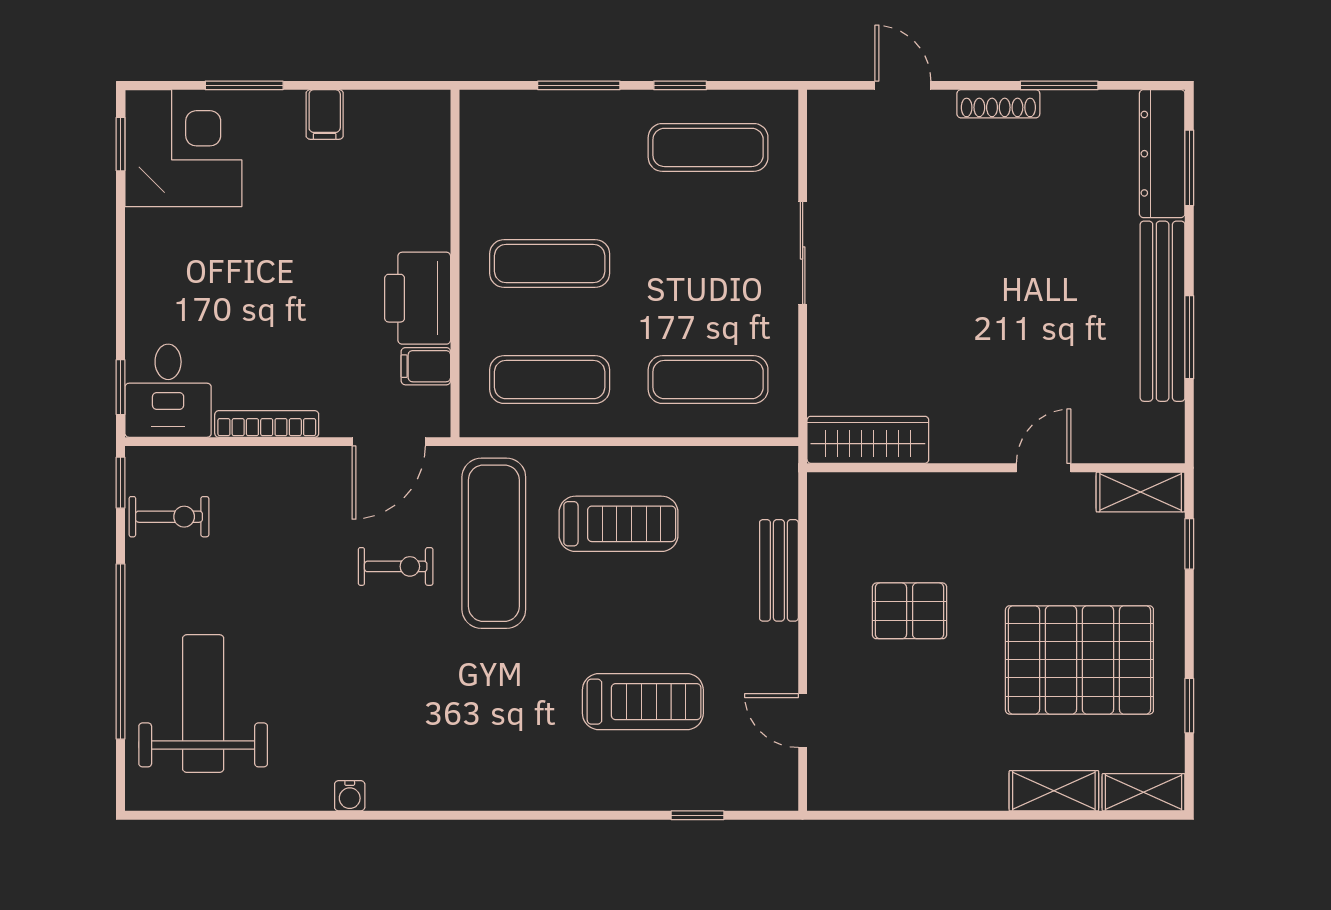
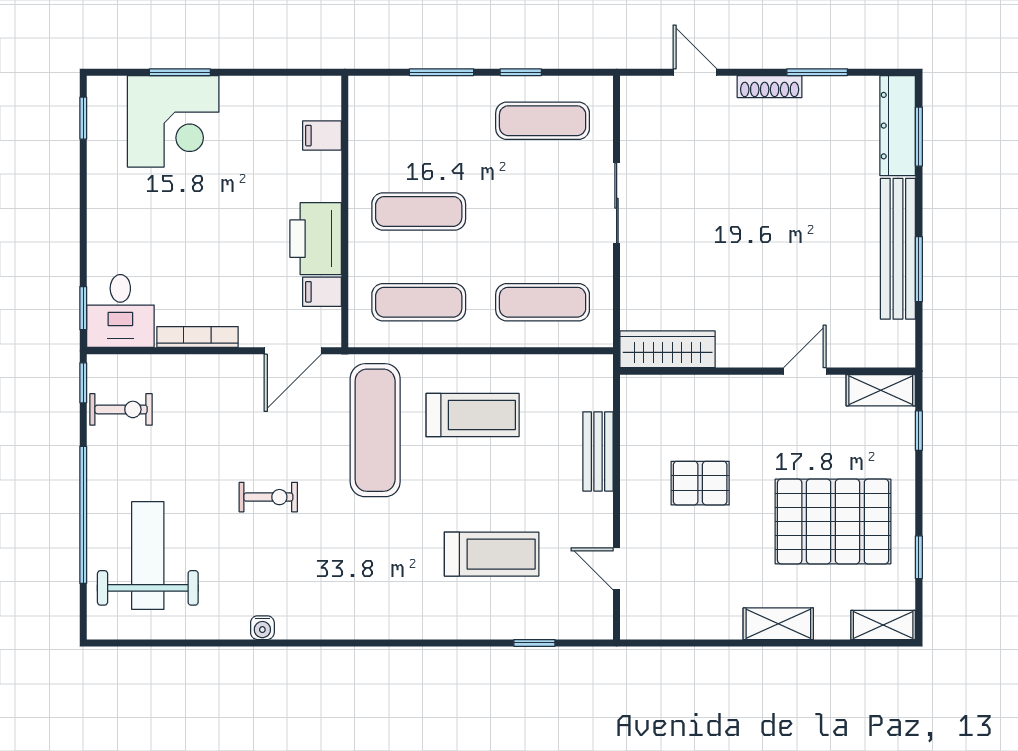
filing cabinet: (325, 114) -> (322, 136), moved, turned 90
corner desk: (183, 148) -> (173, 121), moved, turned 90
exercise bike: (396, 566) -> (268, 497), moved
shelving: (1054, 791) -> (778, 624), moved

